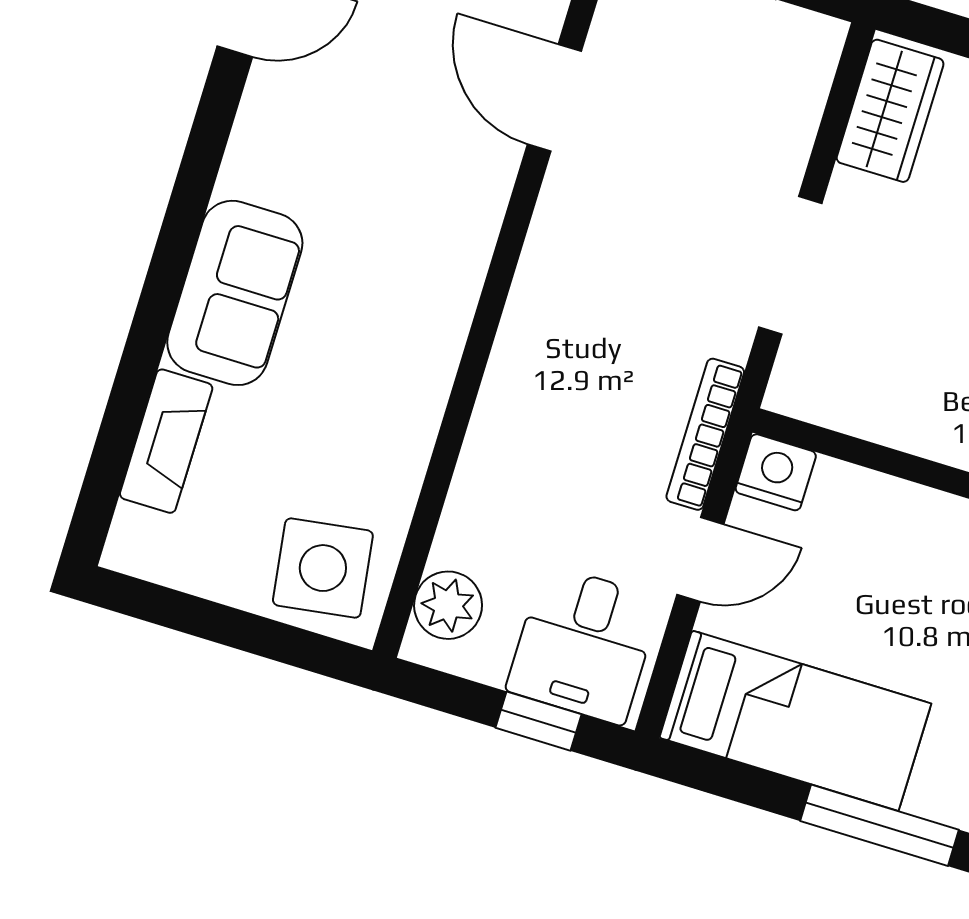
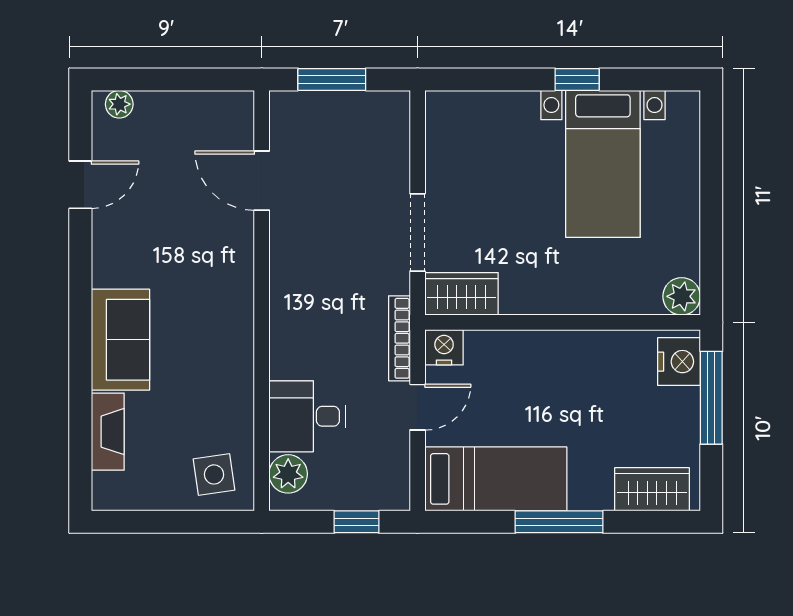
wardrobe: (890, 111) -> (462, 294), moved, turned -90
side table: (323, 568) -> (214, 474), width x0.73, depth x0.73
desk: (584, 644) -> (307, 416), moved, turned 90

